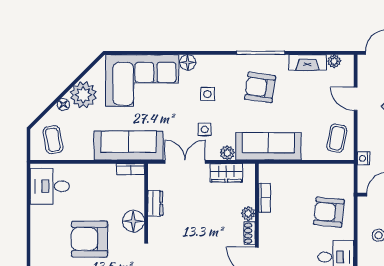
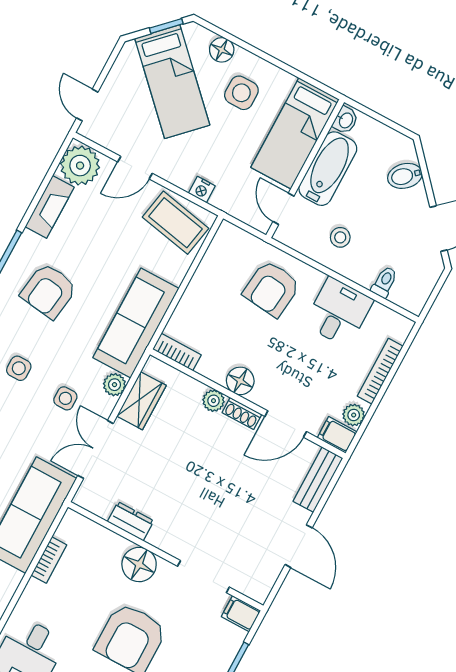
plant: (334, 61) -> (80, 166), width x1.88, depth x1.88
coffee table: (337, 138) -> (176, 223), width x1.36, depth x1.30
nightstand: (363, 158) -> (202, 190), moved
bookcase: (131, 169) -> (49, 560), moved
bookcase: (264, 198) -> (177, 352), moved
floor lamp: (267, 222) -> (240, 381), added

